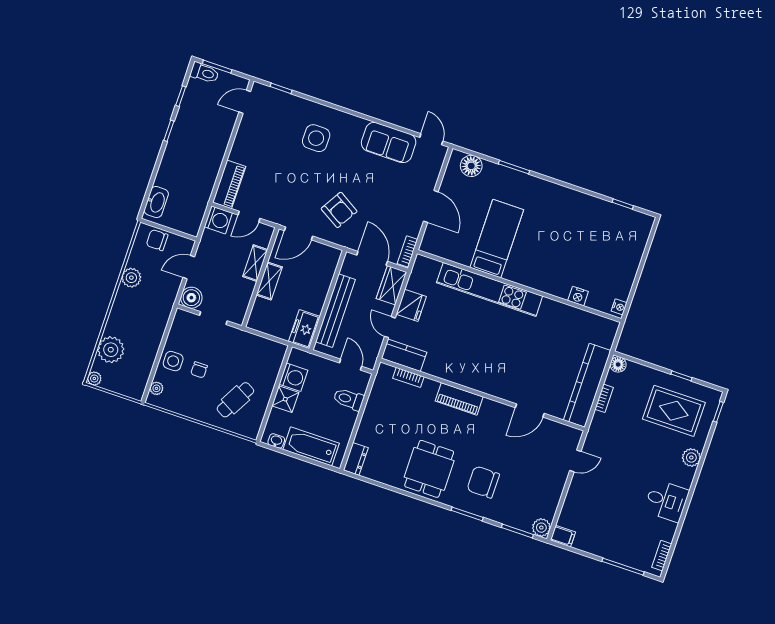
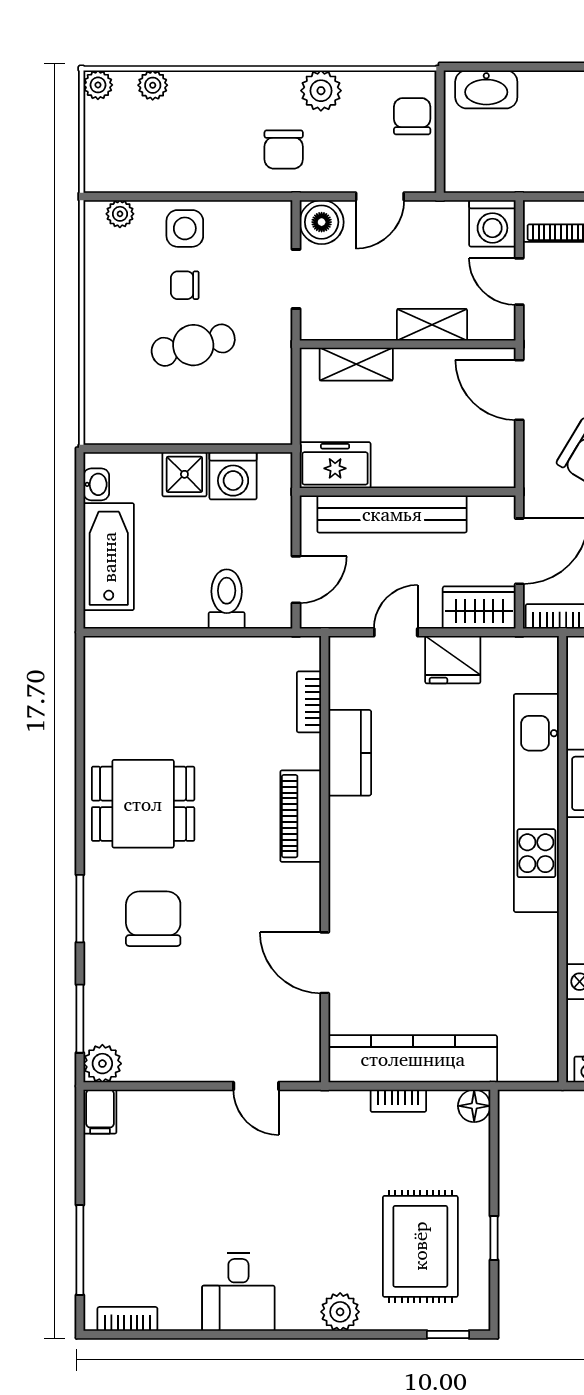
door: (189, 267) -> (380, 196), swing flipped
shelving: (269, 281) -> (356, 364), moved
chair: (152, 304) -> (284, 149), added
plant: (111, 350) -> (153, 85), width x0.53, depth x0.53
kitchen counter: (404, 355) -> (350, 753), moved
cafe table: (235, 400) -> (193, 345), moved, turned -42
dresser: (356, 459) -> (114, 653), removed

